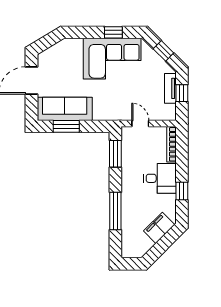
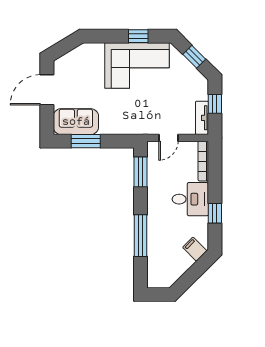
tv unit: (170, 88) -> (202, 118), moved
sofa: (65, 109) -> (76, 122), width x0.73
door: (140, 123) -> (168, 138), swing flipped
filing cabinet: (159, 228) -> (195, 249), width x0.50

